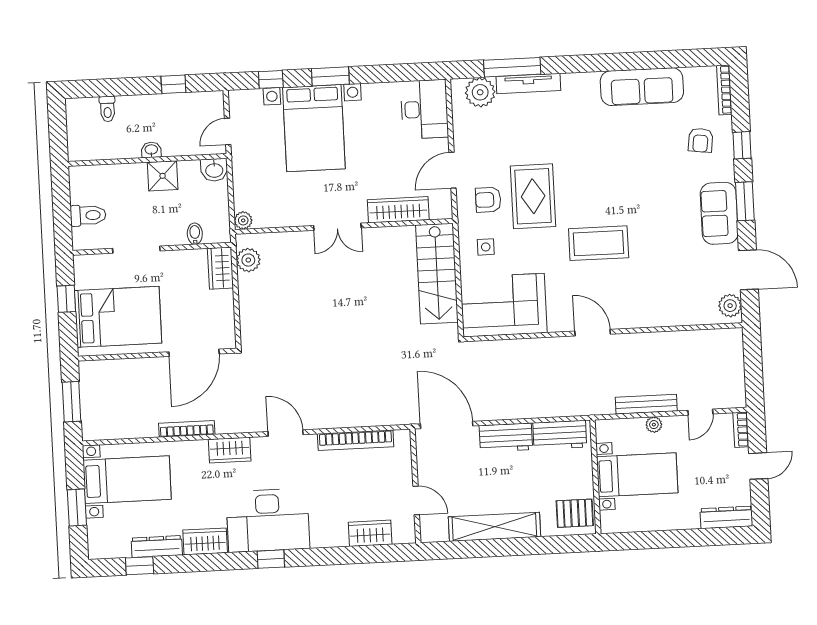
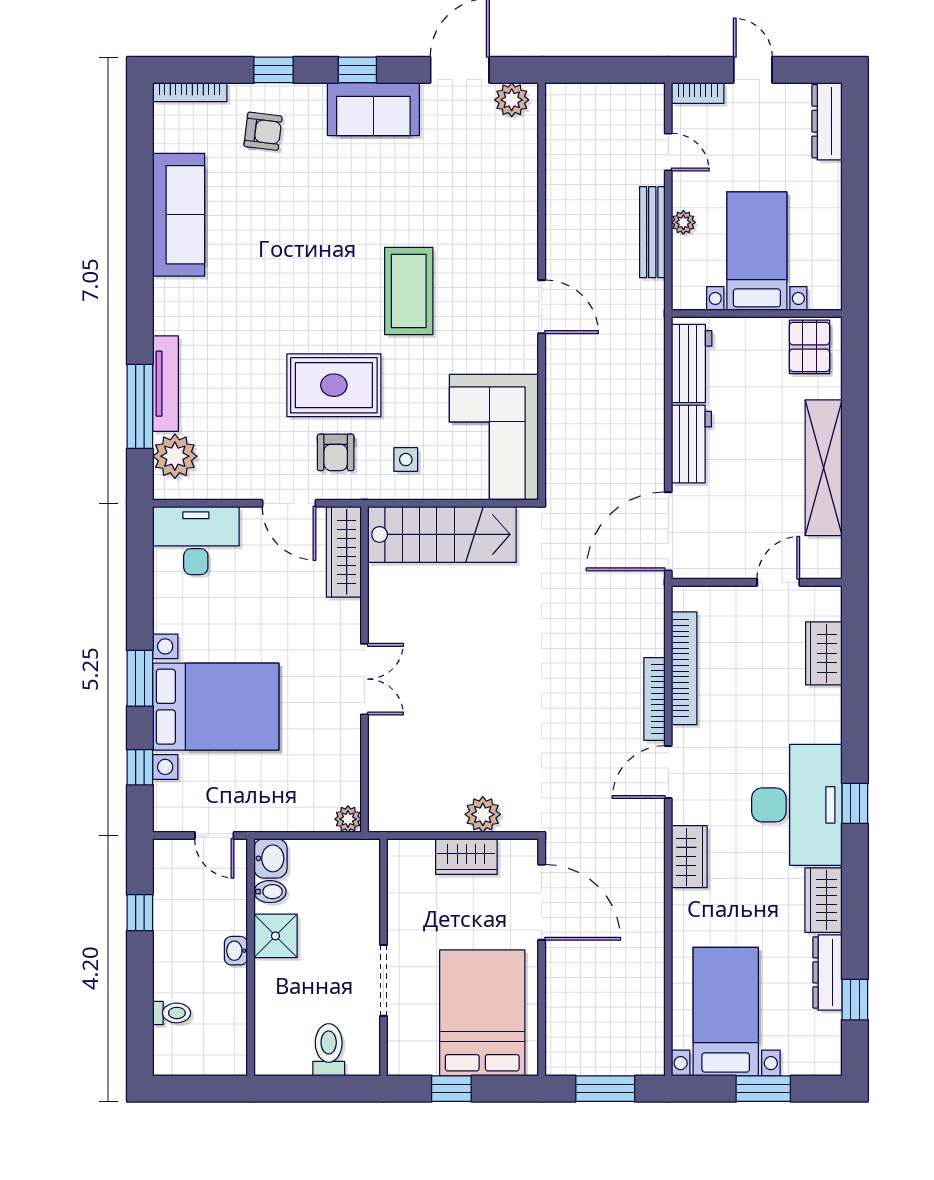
window: (745, 201) -> (357, 70), width x0.67
wardrobe: (398, 210) -> (344, 552), moved
bidet: (195, 234) -> (270, 892), moved, turned 180
plant: (248, 260) -> (483, 814), moved
wardrobe: (220, 268) -> (466, 857), moved
door: (593, 333) -> (542, 307), swing flipped
bookcase: (187, 429) -> (654, 699), moved

